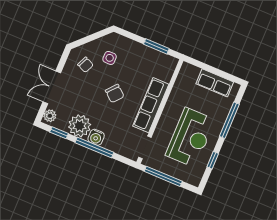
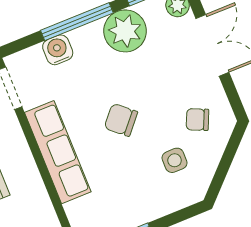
water cooler: (96, 137) -> (58, 50), moved

